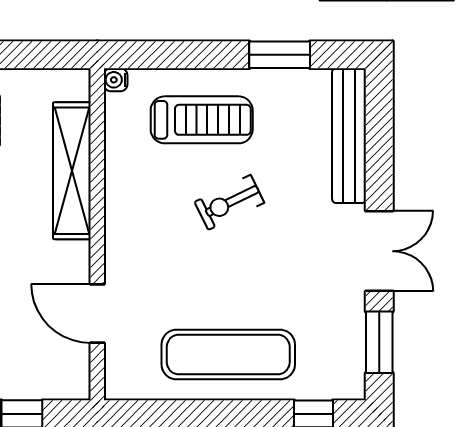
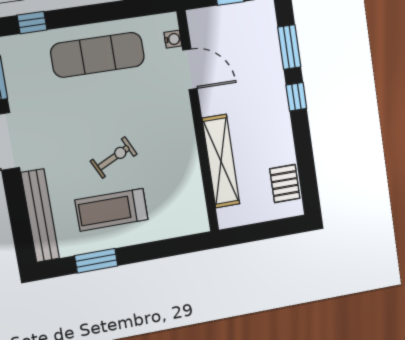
water cooler: (116, 80) -> (173, 39), moved
treadmill: (202, 120) -> (112, 210), moved

